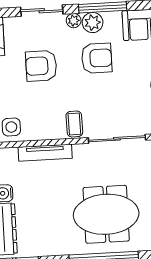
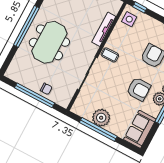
armchair: (97, 58) -> (139, 89), turned -90

